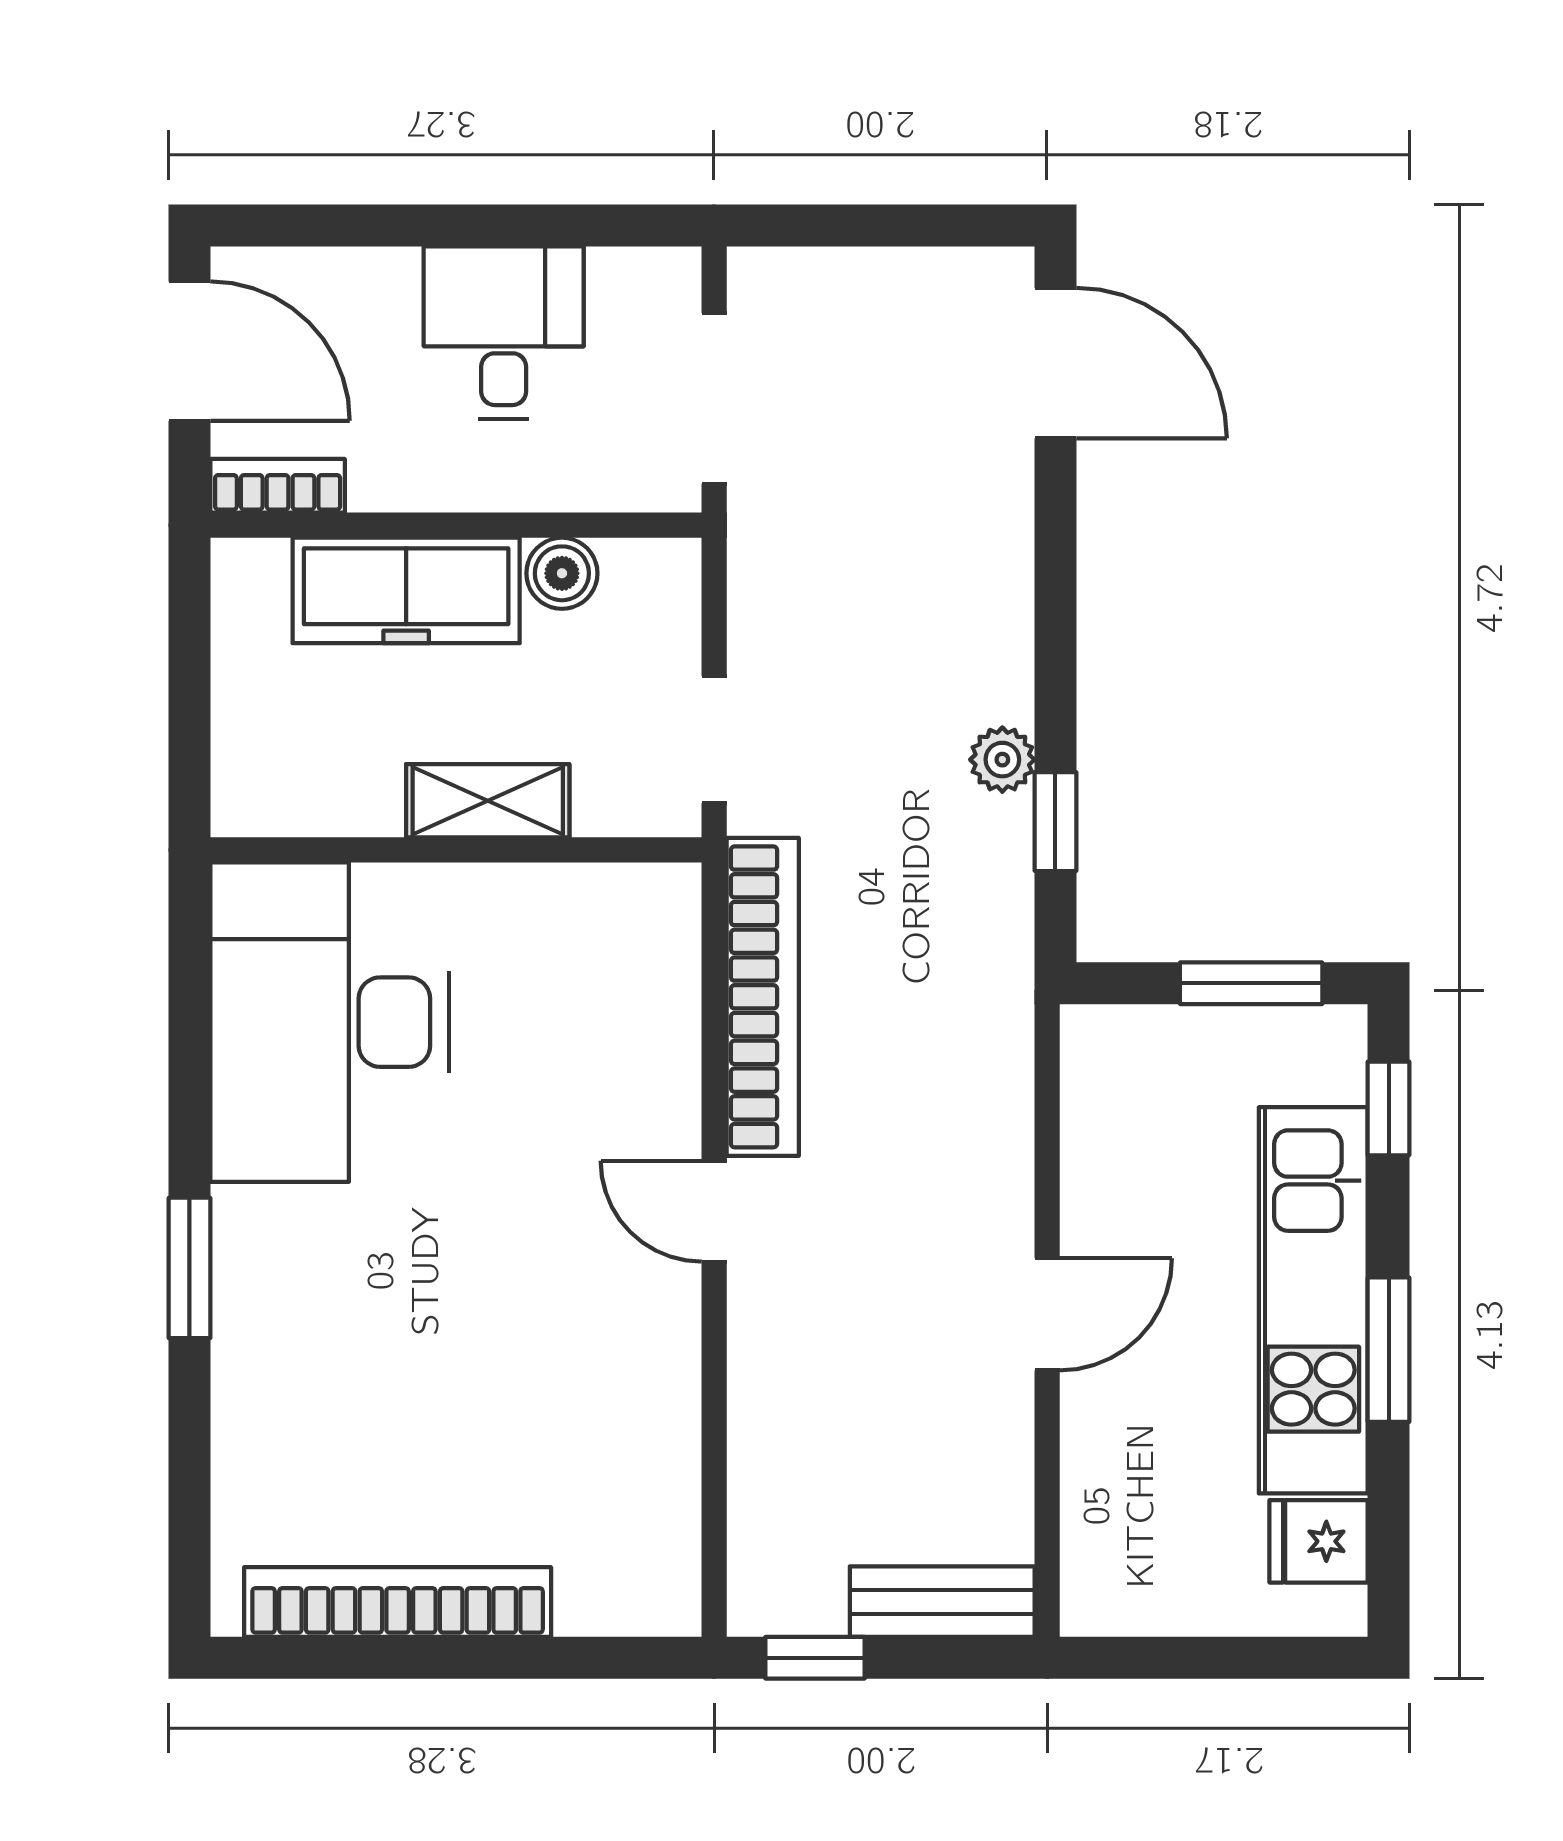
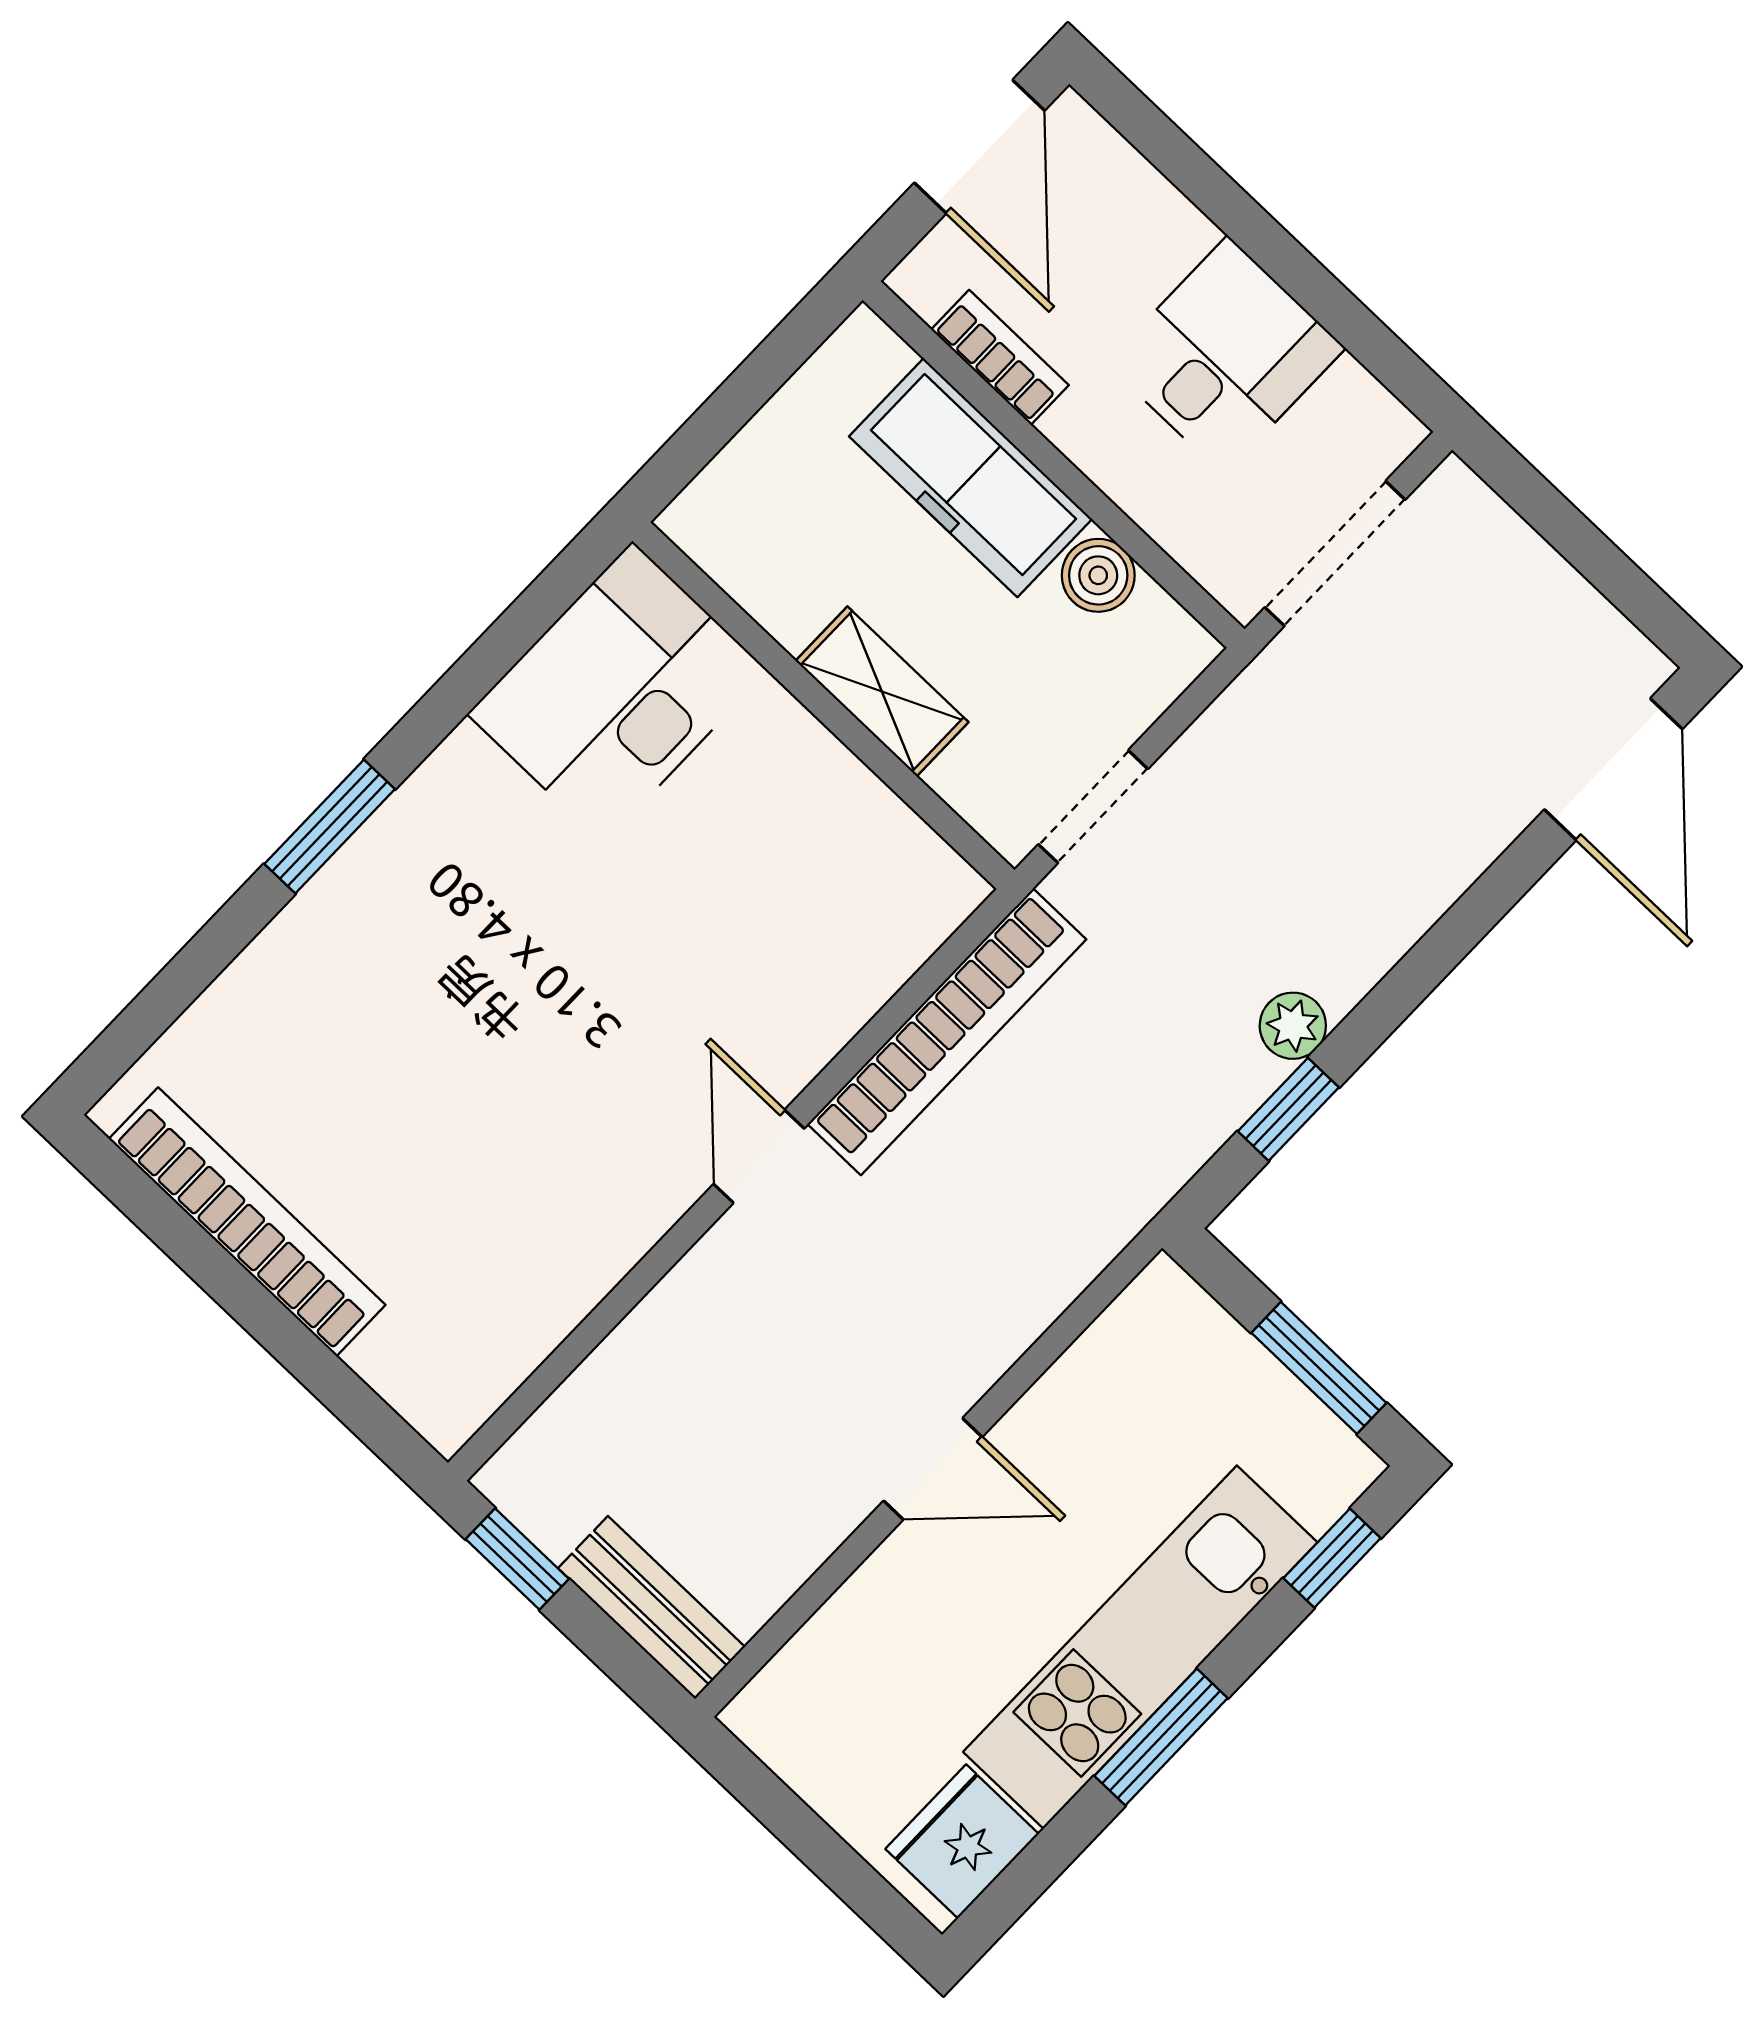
bookcase: (278, 486) -> (1000, 357), moved
desk: (330, 1022) -> (618, 693), width x0.73, depth x0.77
fridge: (1319, 1541) -> (962, 1841), width x1.38

